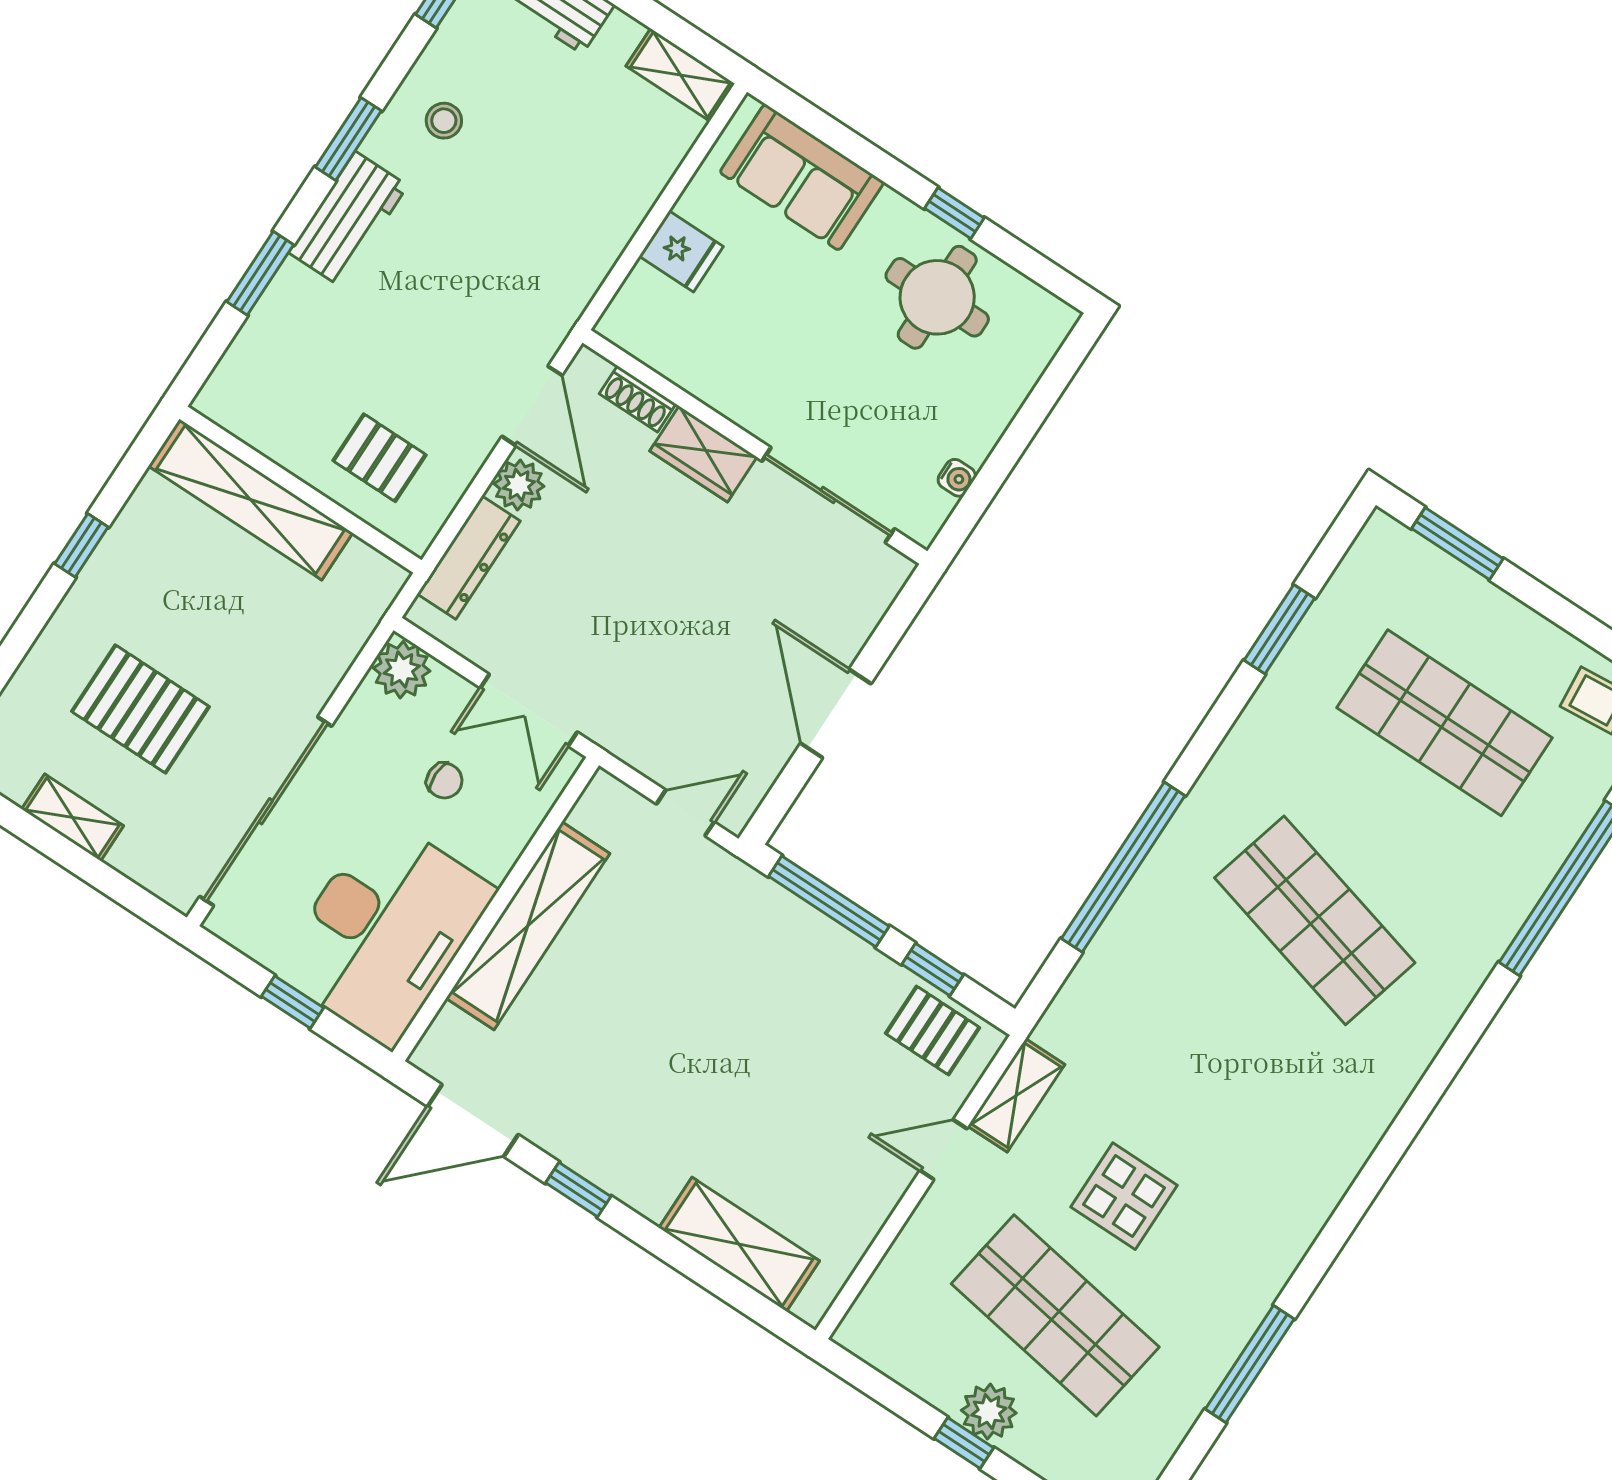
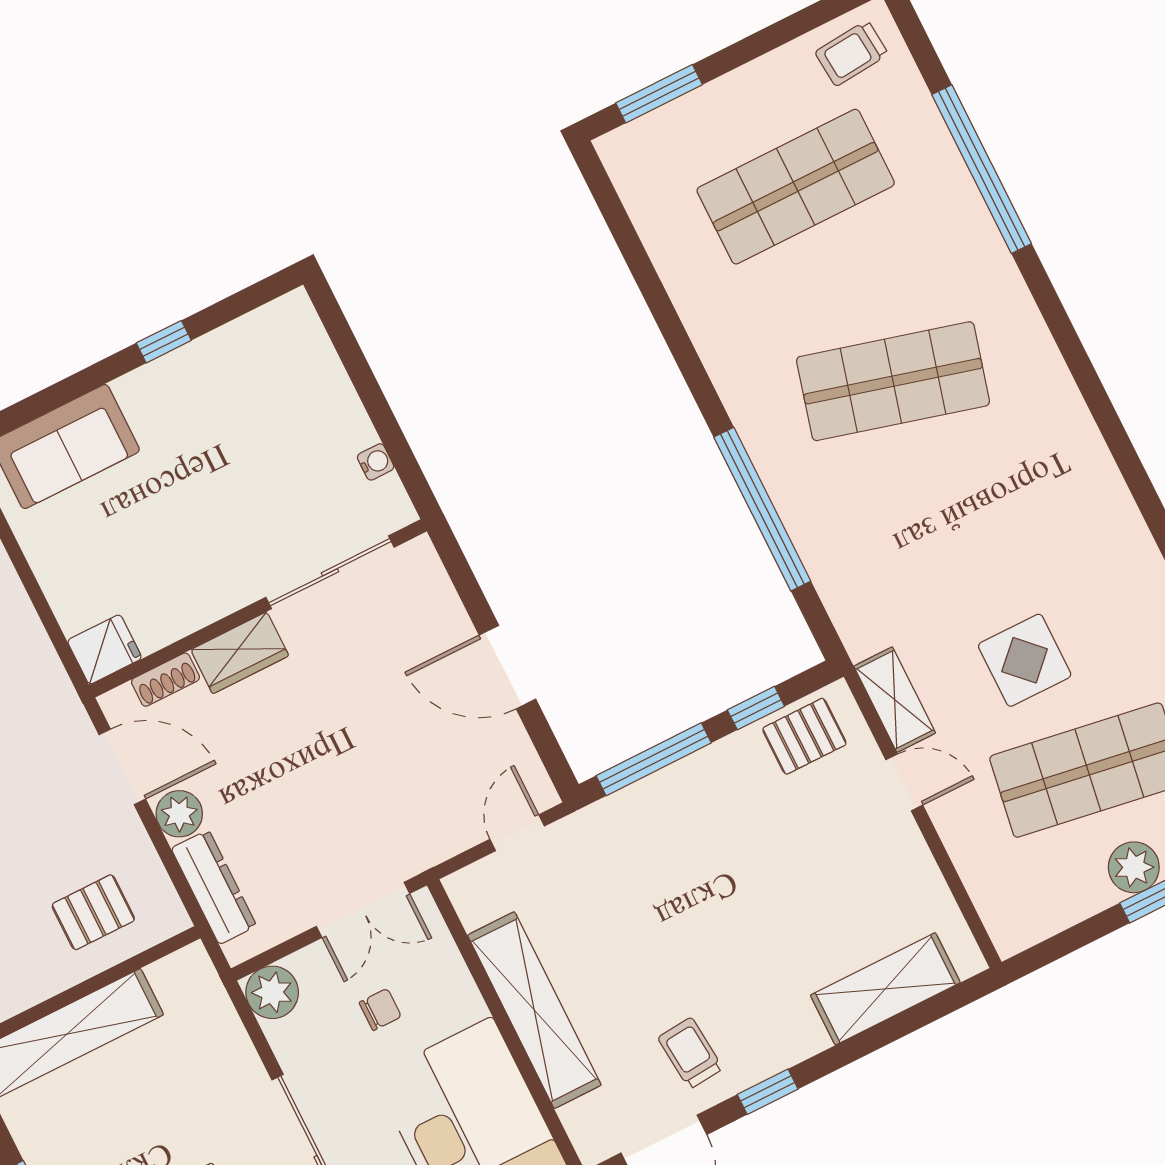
fridge: (681, 251) -> (105, 649), moved
round table: (937, 297) -> (223, 394), removed
window: (1279, 629) -> (645, 275), removed
trolley: (572, 1096) -> (690, 1053), added
door: (944, 1150) -> (904, 782), swing flipped

